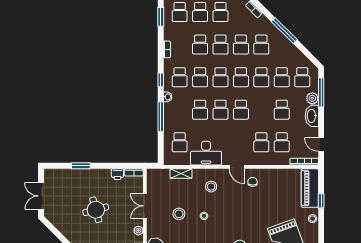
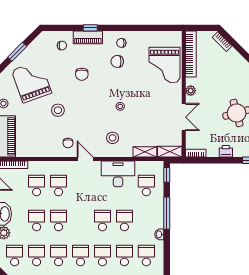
window: (161, 80) -> (167, 175), moved
school desk: (241, 110) -> (59, 221), moved
printer: (117, 174) -> (226, 151), moved
shelving: (158, 174) -> (170, 152), added
stool: (179, 214) -> (58, 110), moved

